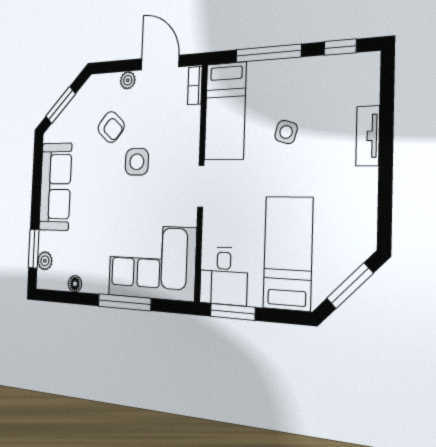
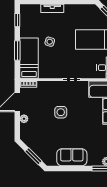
window: (268, 53) -> (17, 50), width x0.69
bed: (225, 111) -> (29, 58), moved, turned -90
armchair: (111, 127) -> (45, 127), removed
sofa: (55, 187) -> (72, 157), width x0.73

